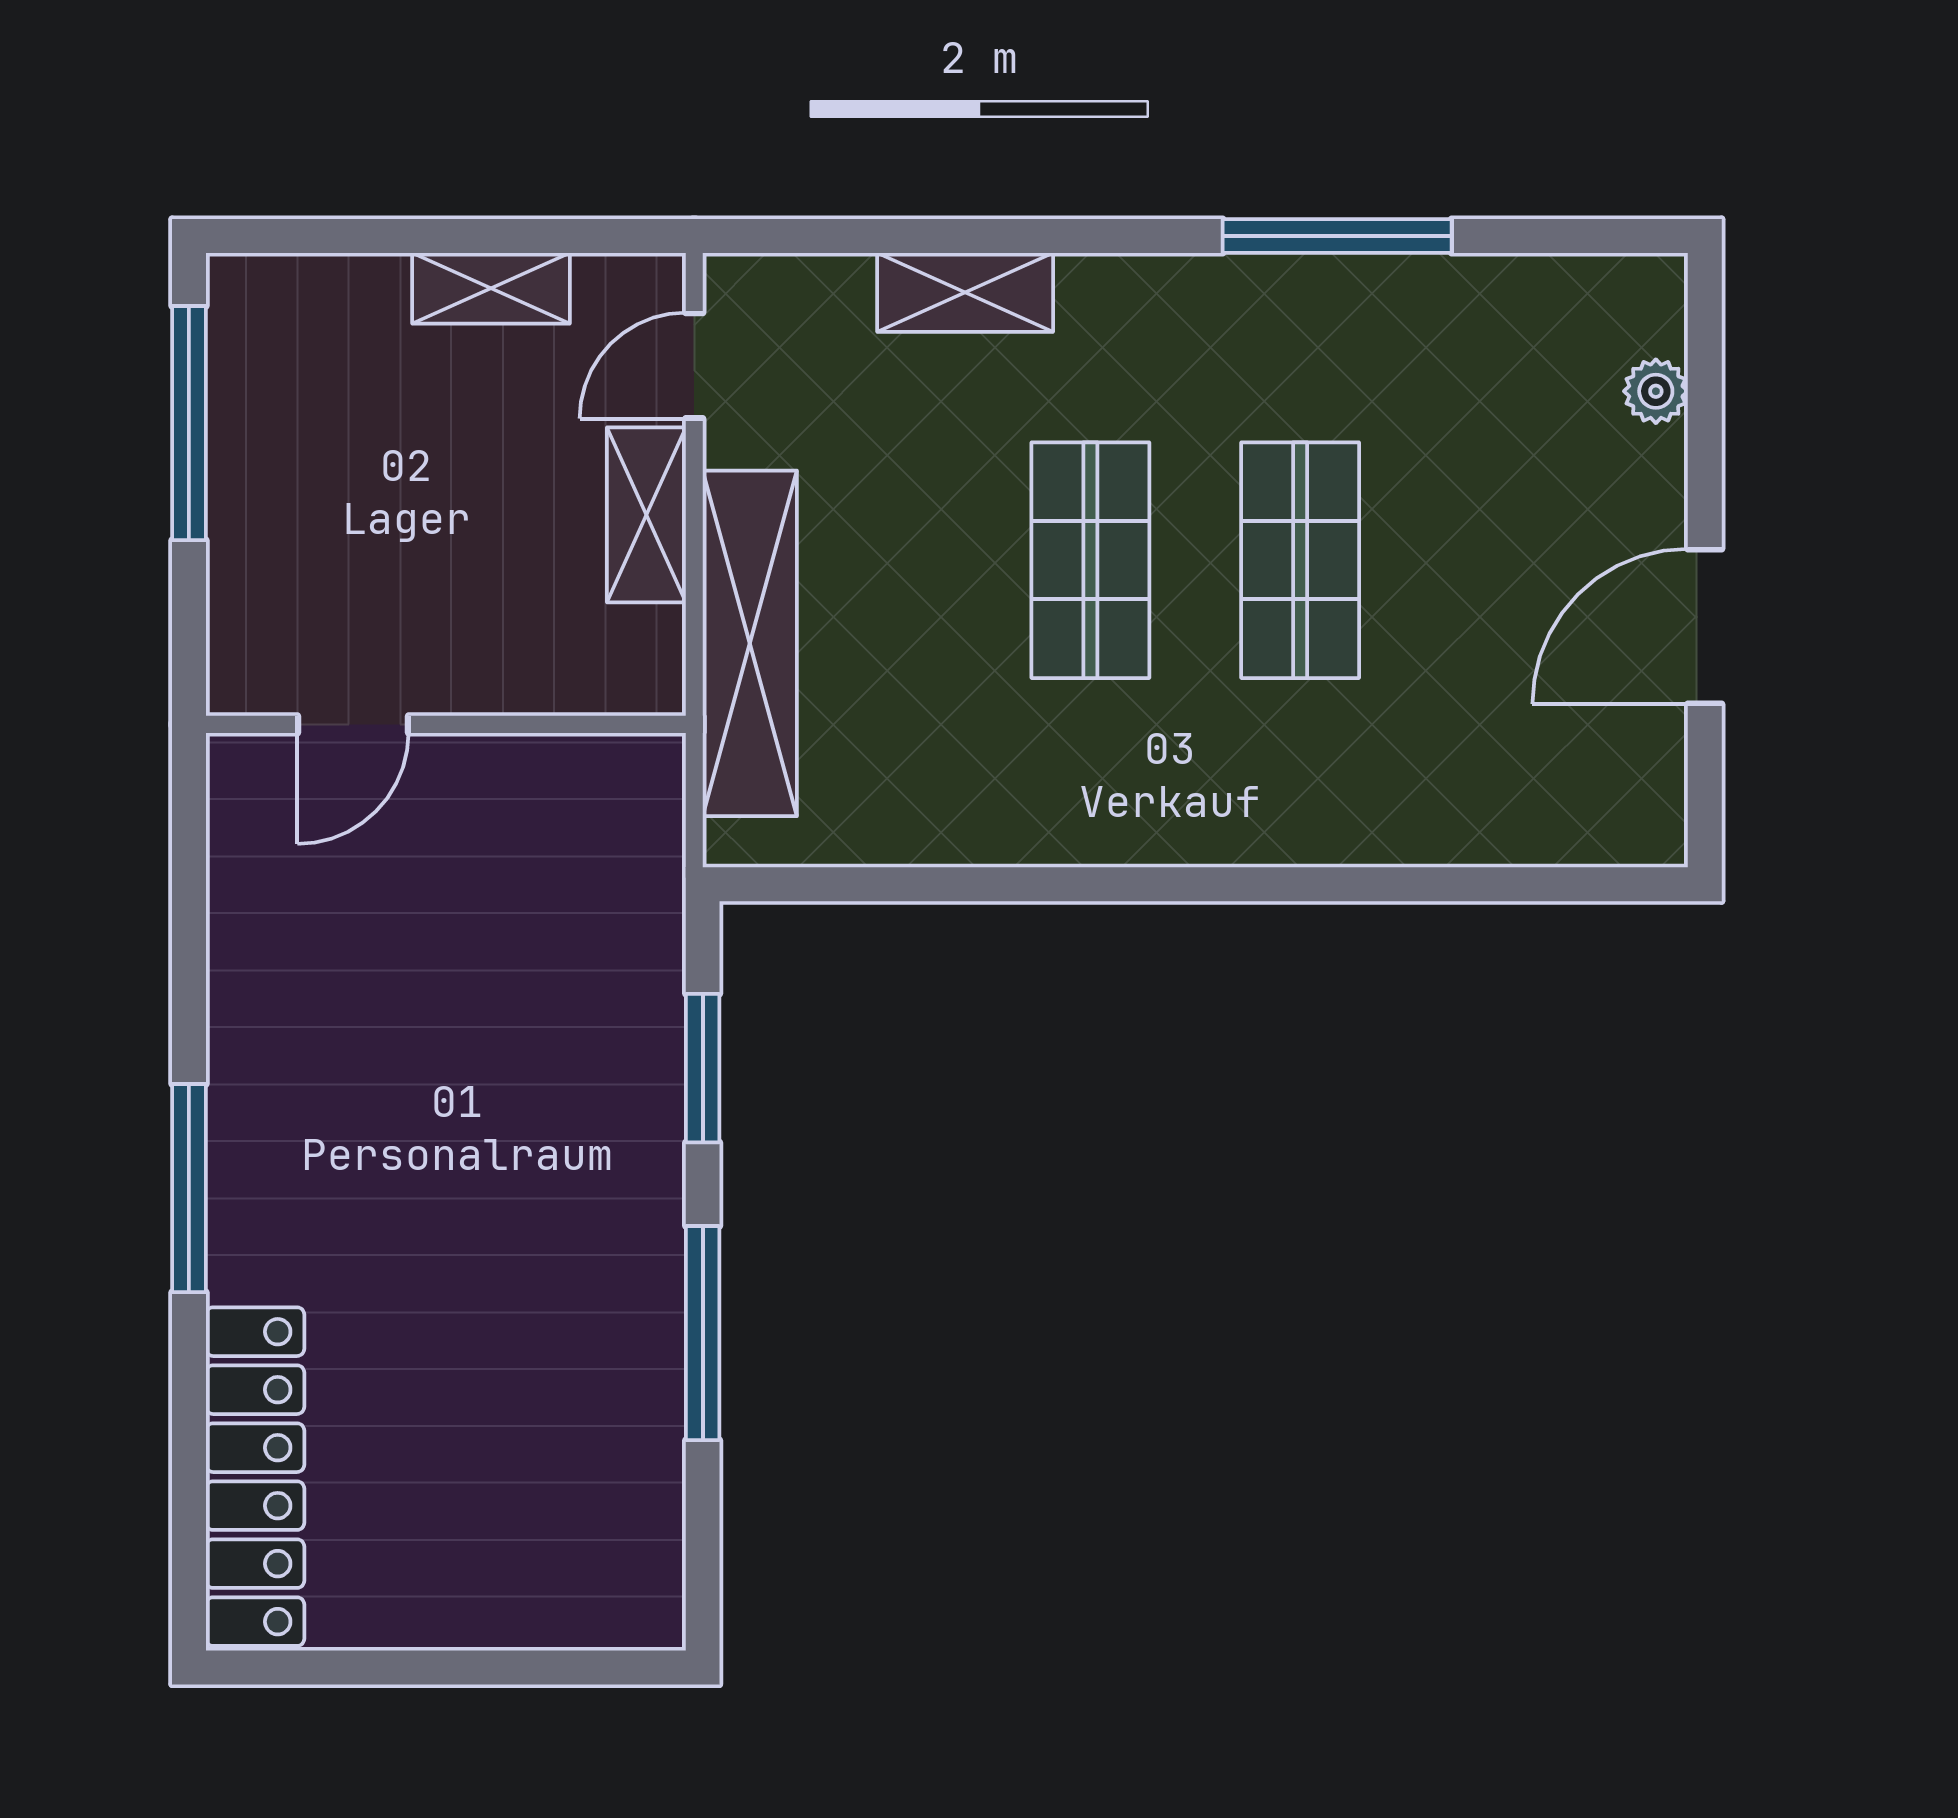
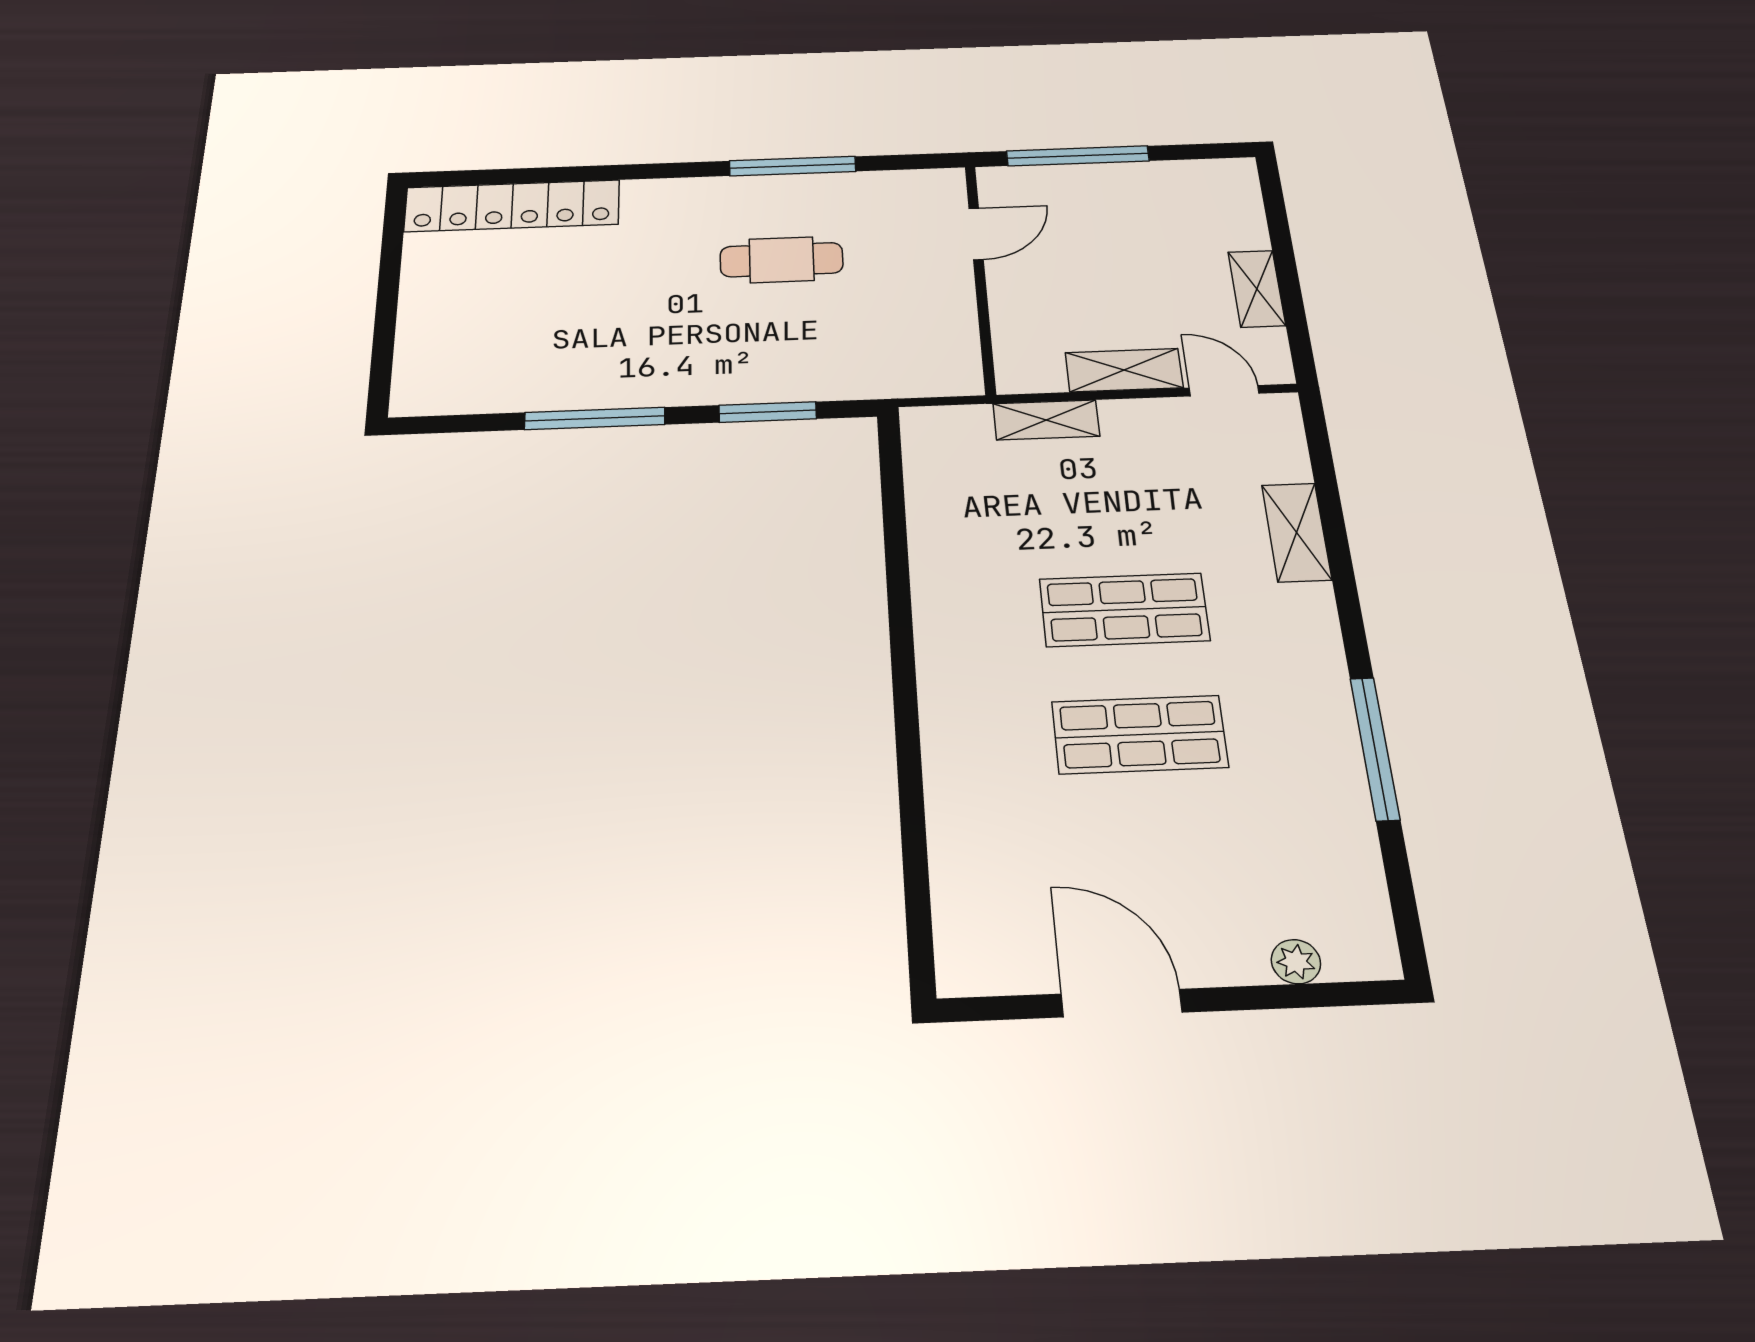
window: (189, 423) -> (1078, 156), moved
shelving: (750, 643) -> (1046, 420), width x0.45, depth x0.75
door: (353, 724) -> (976, 234), swing flipped
cafe table: (393, 1040) -> (781, 260), added
window: (189, 1188) -> (793, 166), moved

